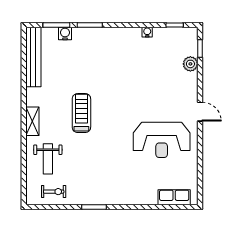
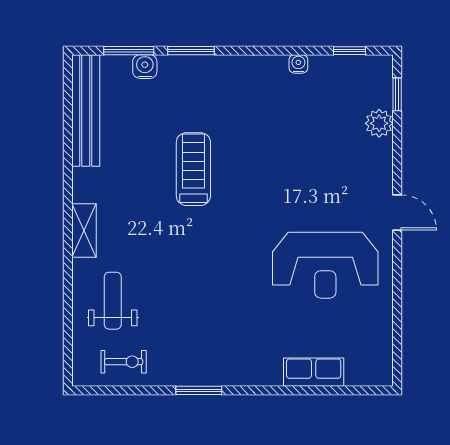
treadmill: (81, 113) -> (193, 169), moved
weight bench: (48, 159) -> (113, 301), turned 180
row of seats: (174, 197) -> (314, 372), moved

